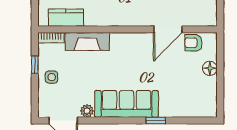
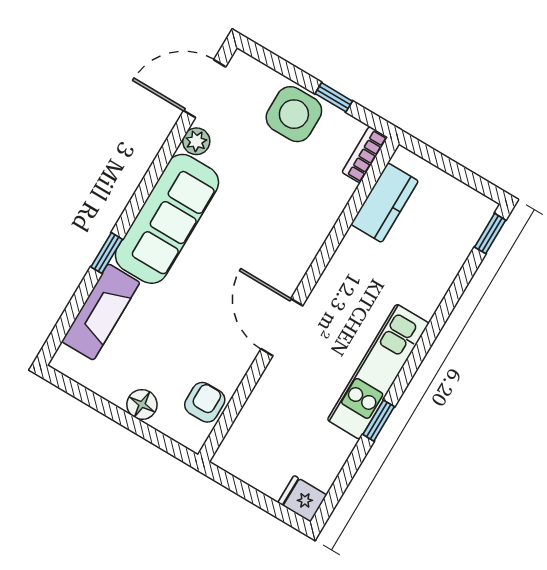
door: (168, 29) -> (282, 327), moved
fireplace: (87, 42) -> (101, 312), moved, turned 180
side table: (52, 77) -> (294, 114), width x1.87, depth x1.87

